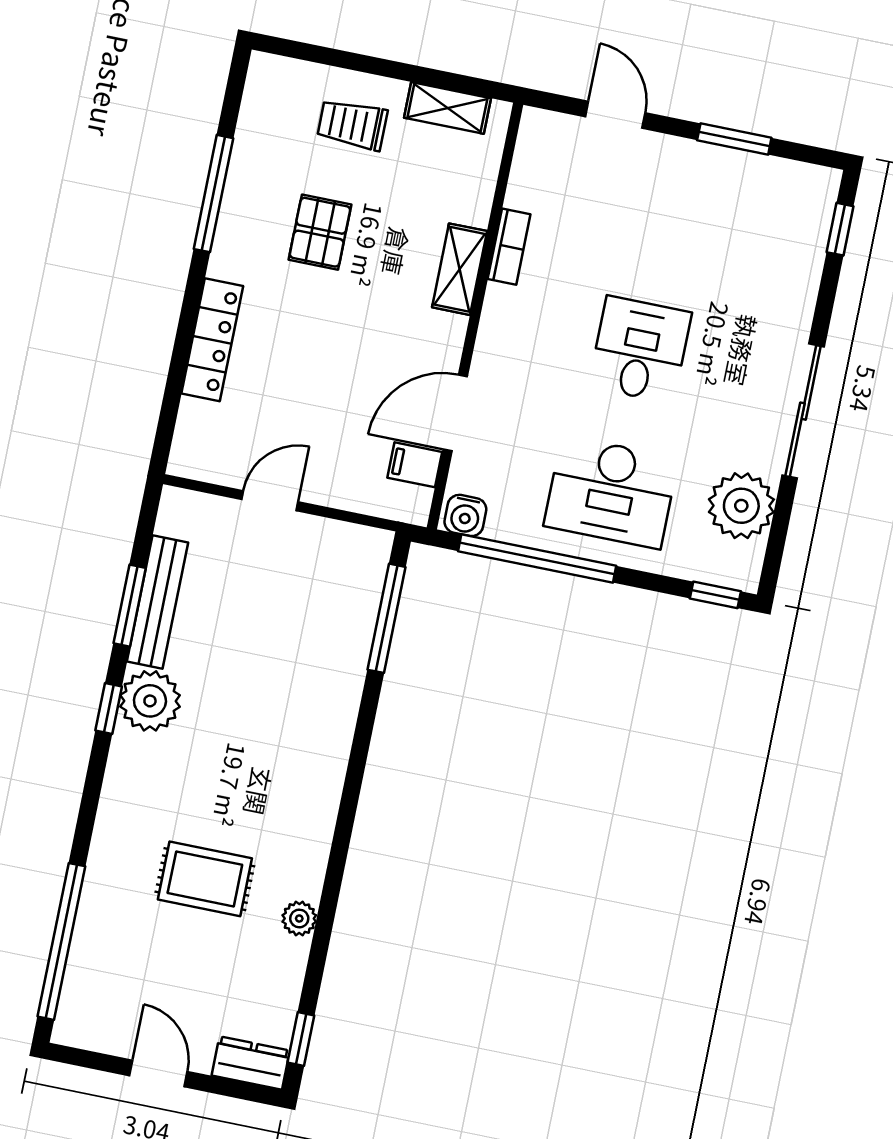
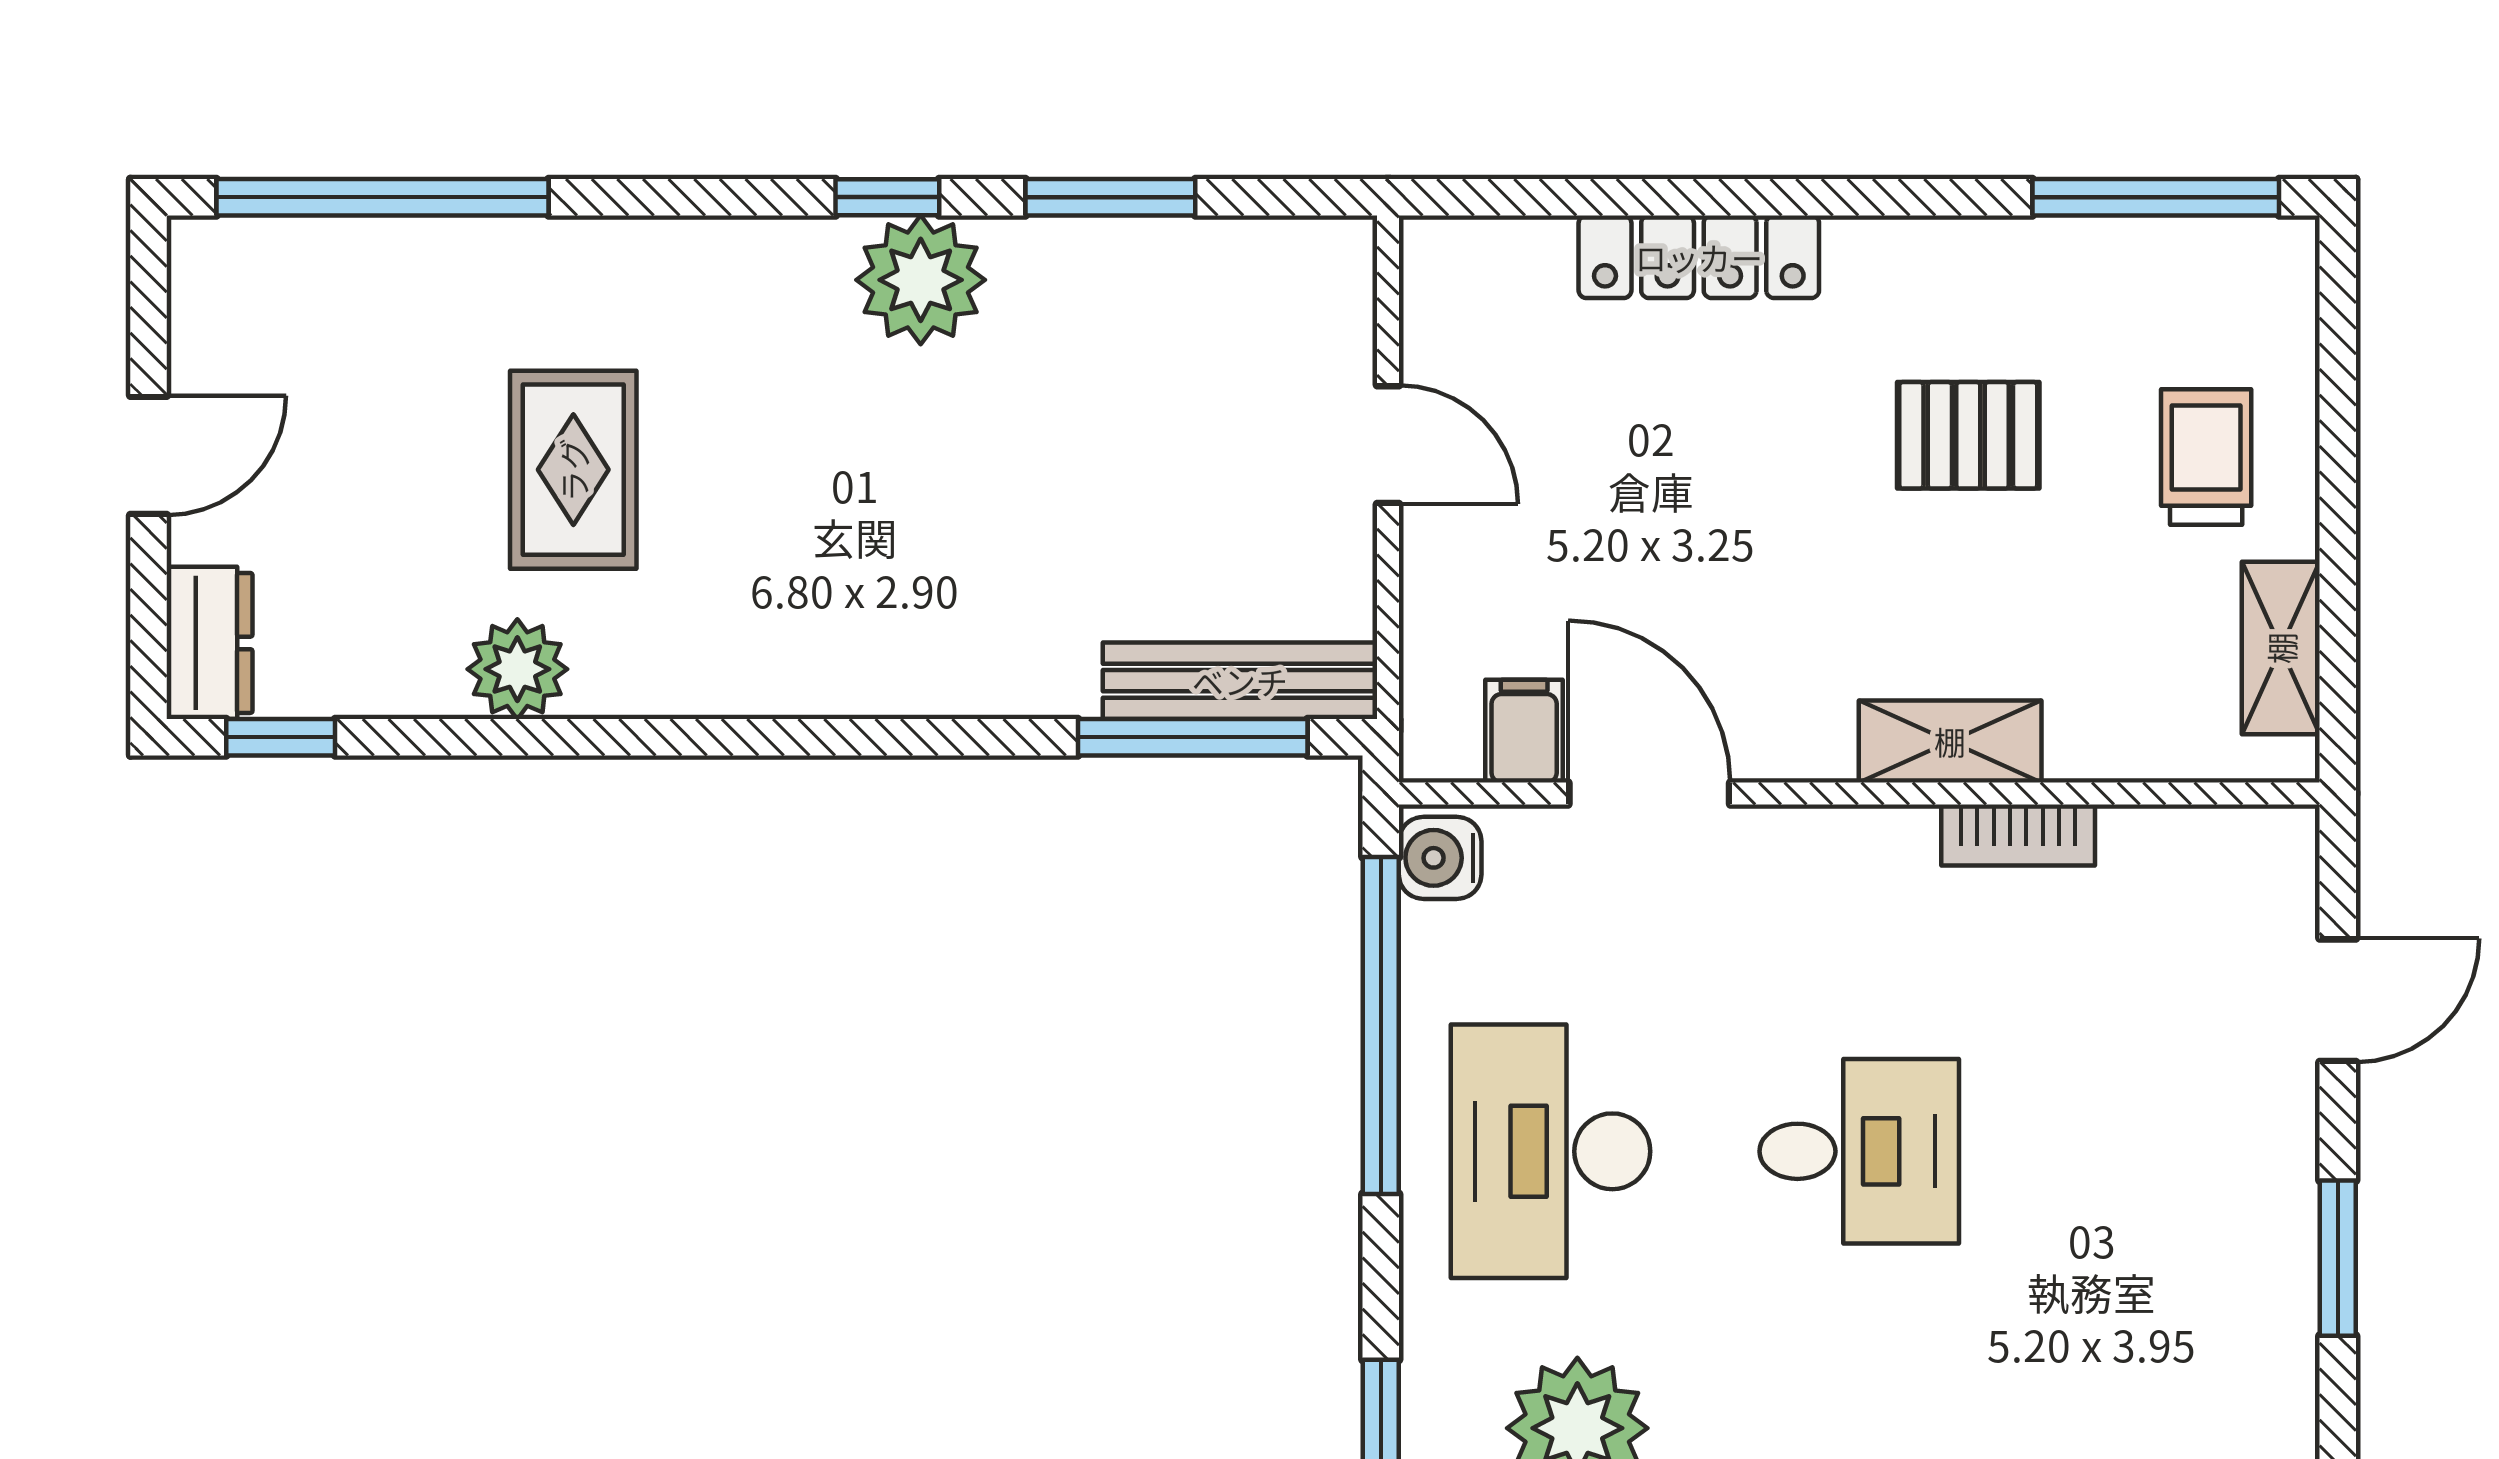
window: (213, 194) -> (2156, 197), moved
bench: (158, 602) -> (1240, 681), moved
plant: (299, 918) -> (517, 669), width x1.38, depth x1.38

